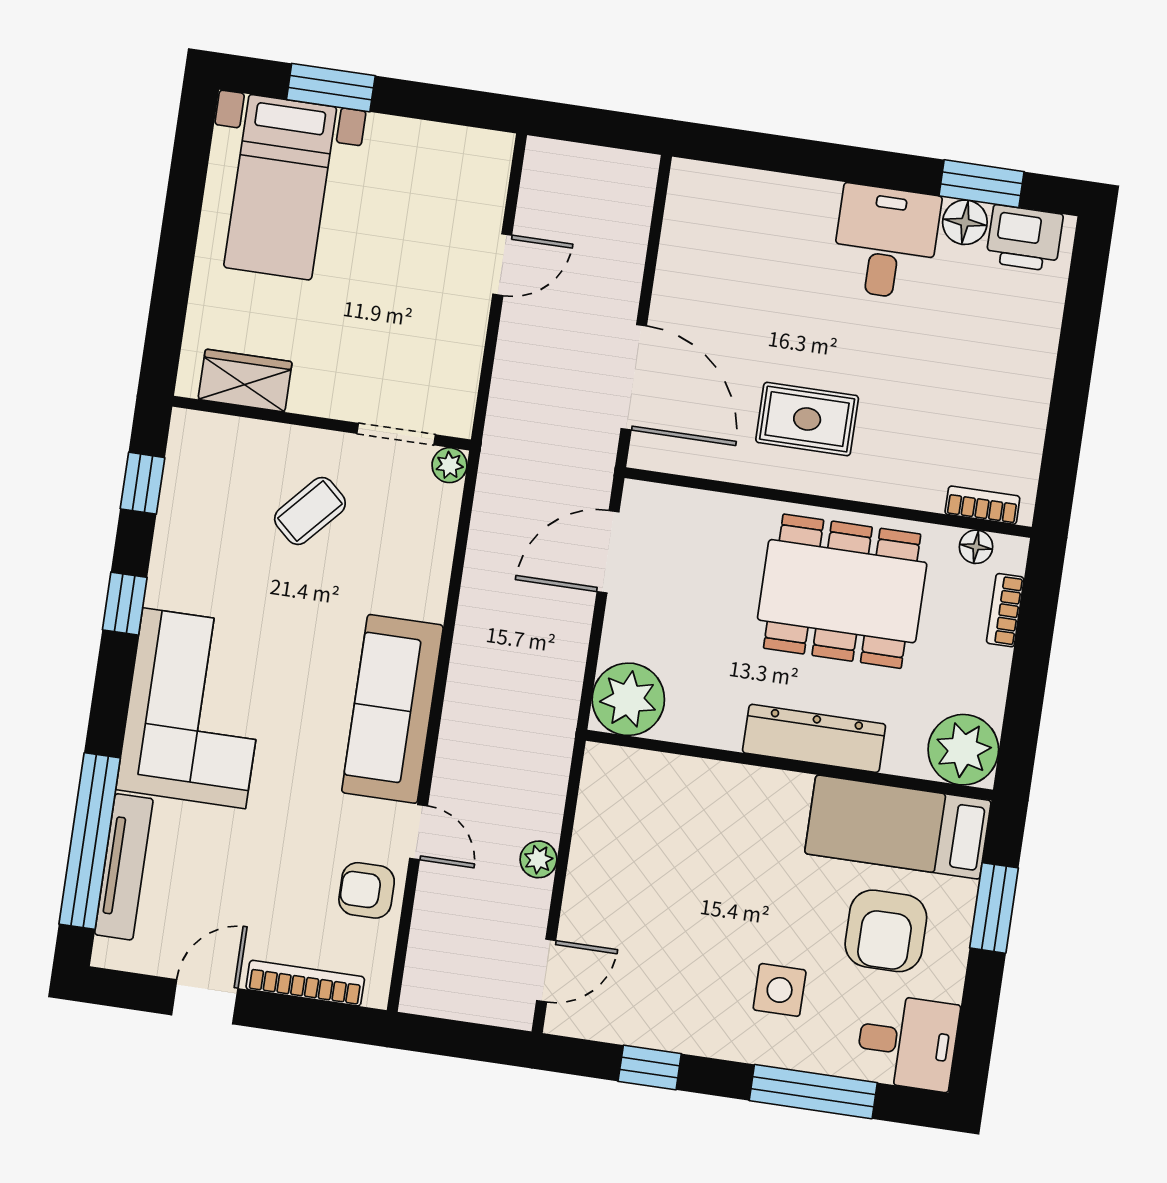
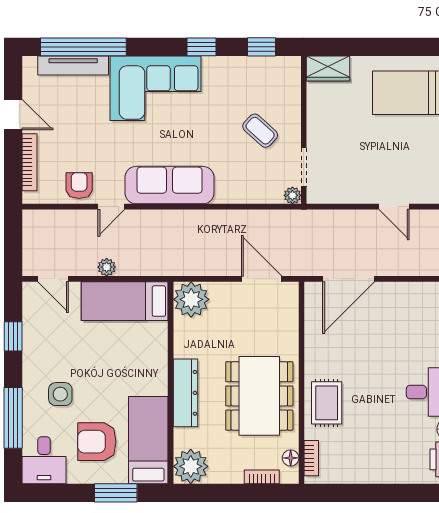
wardrobe: (245, 381) -> (328, 69), moved, turned 90
rug: (807, 419) -> (327, 403), moved
bed: (612, 833) -> (125, 301), added

